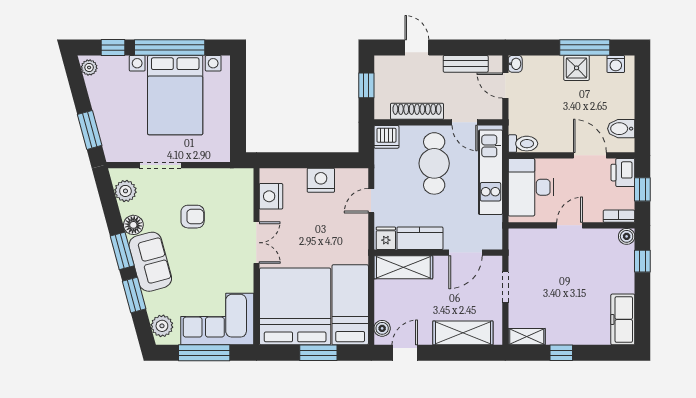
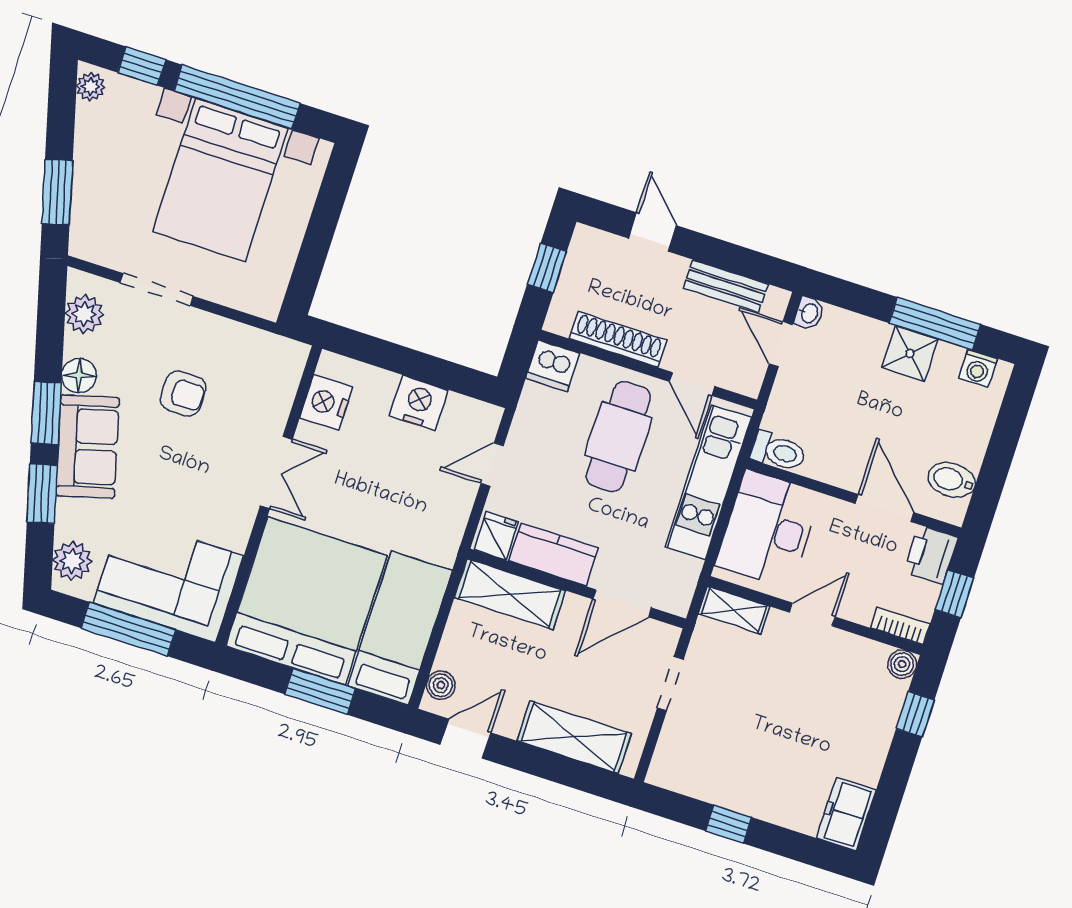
freezer: (623, 319) -> (846, 814), width x0.71
shelving: (527, 337) -> (734, 610), moved

